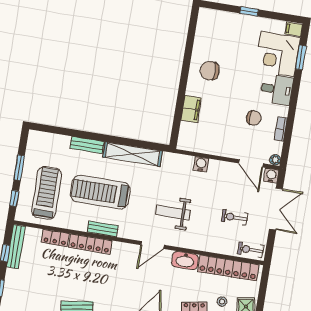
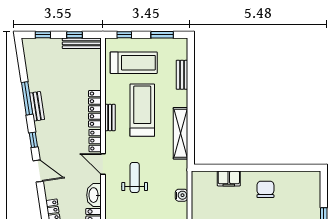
bench: (87, 145) -> (182, 75), moved
window: (19, 168) -> (162, 35), moved
locker: (55, 238) -> (95, 141), moved

